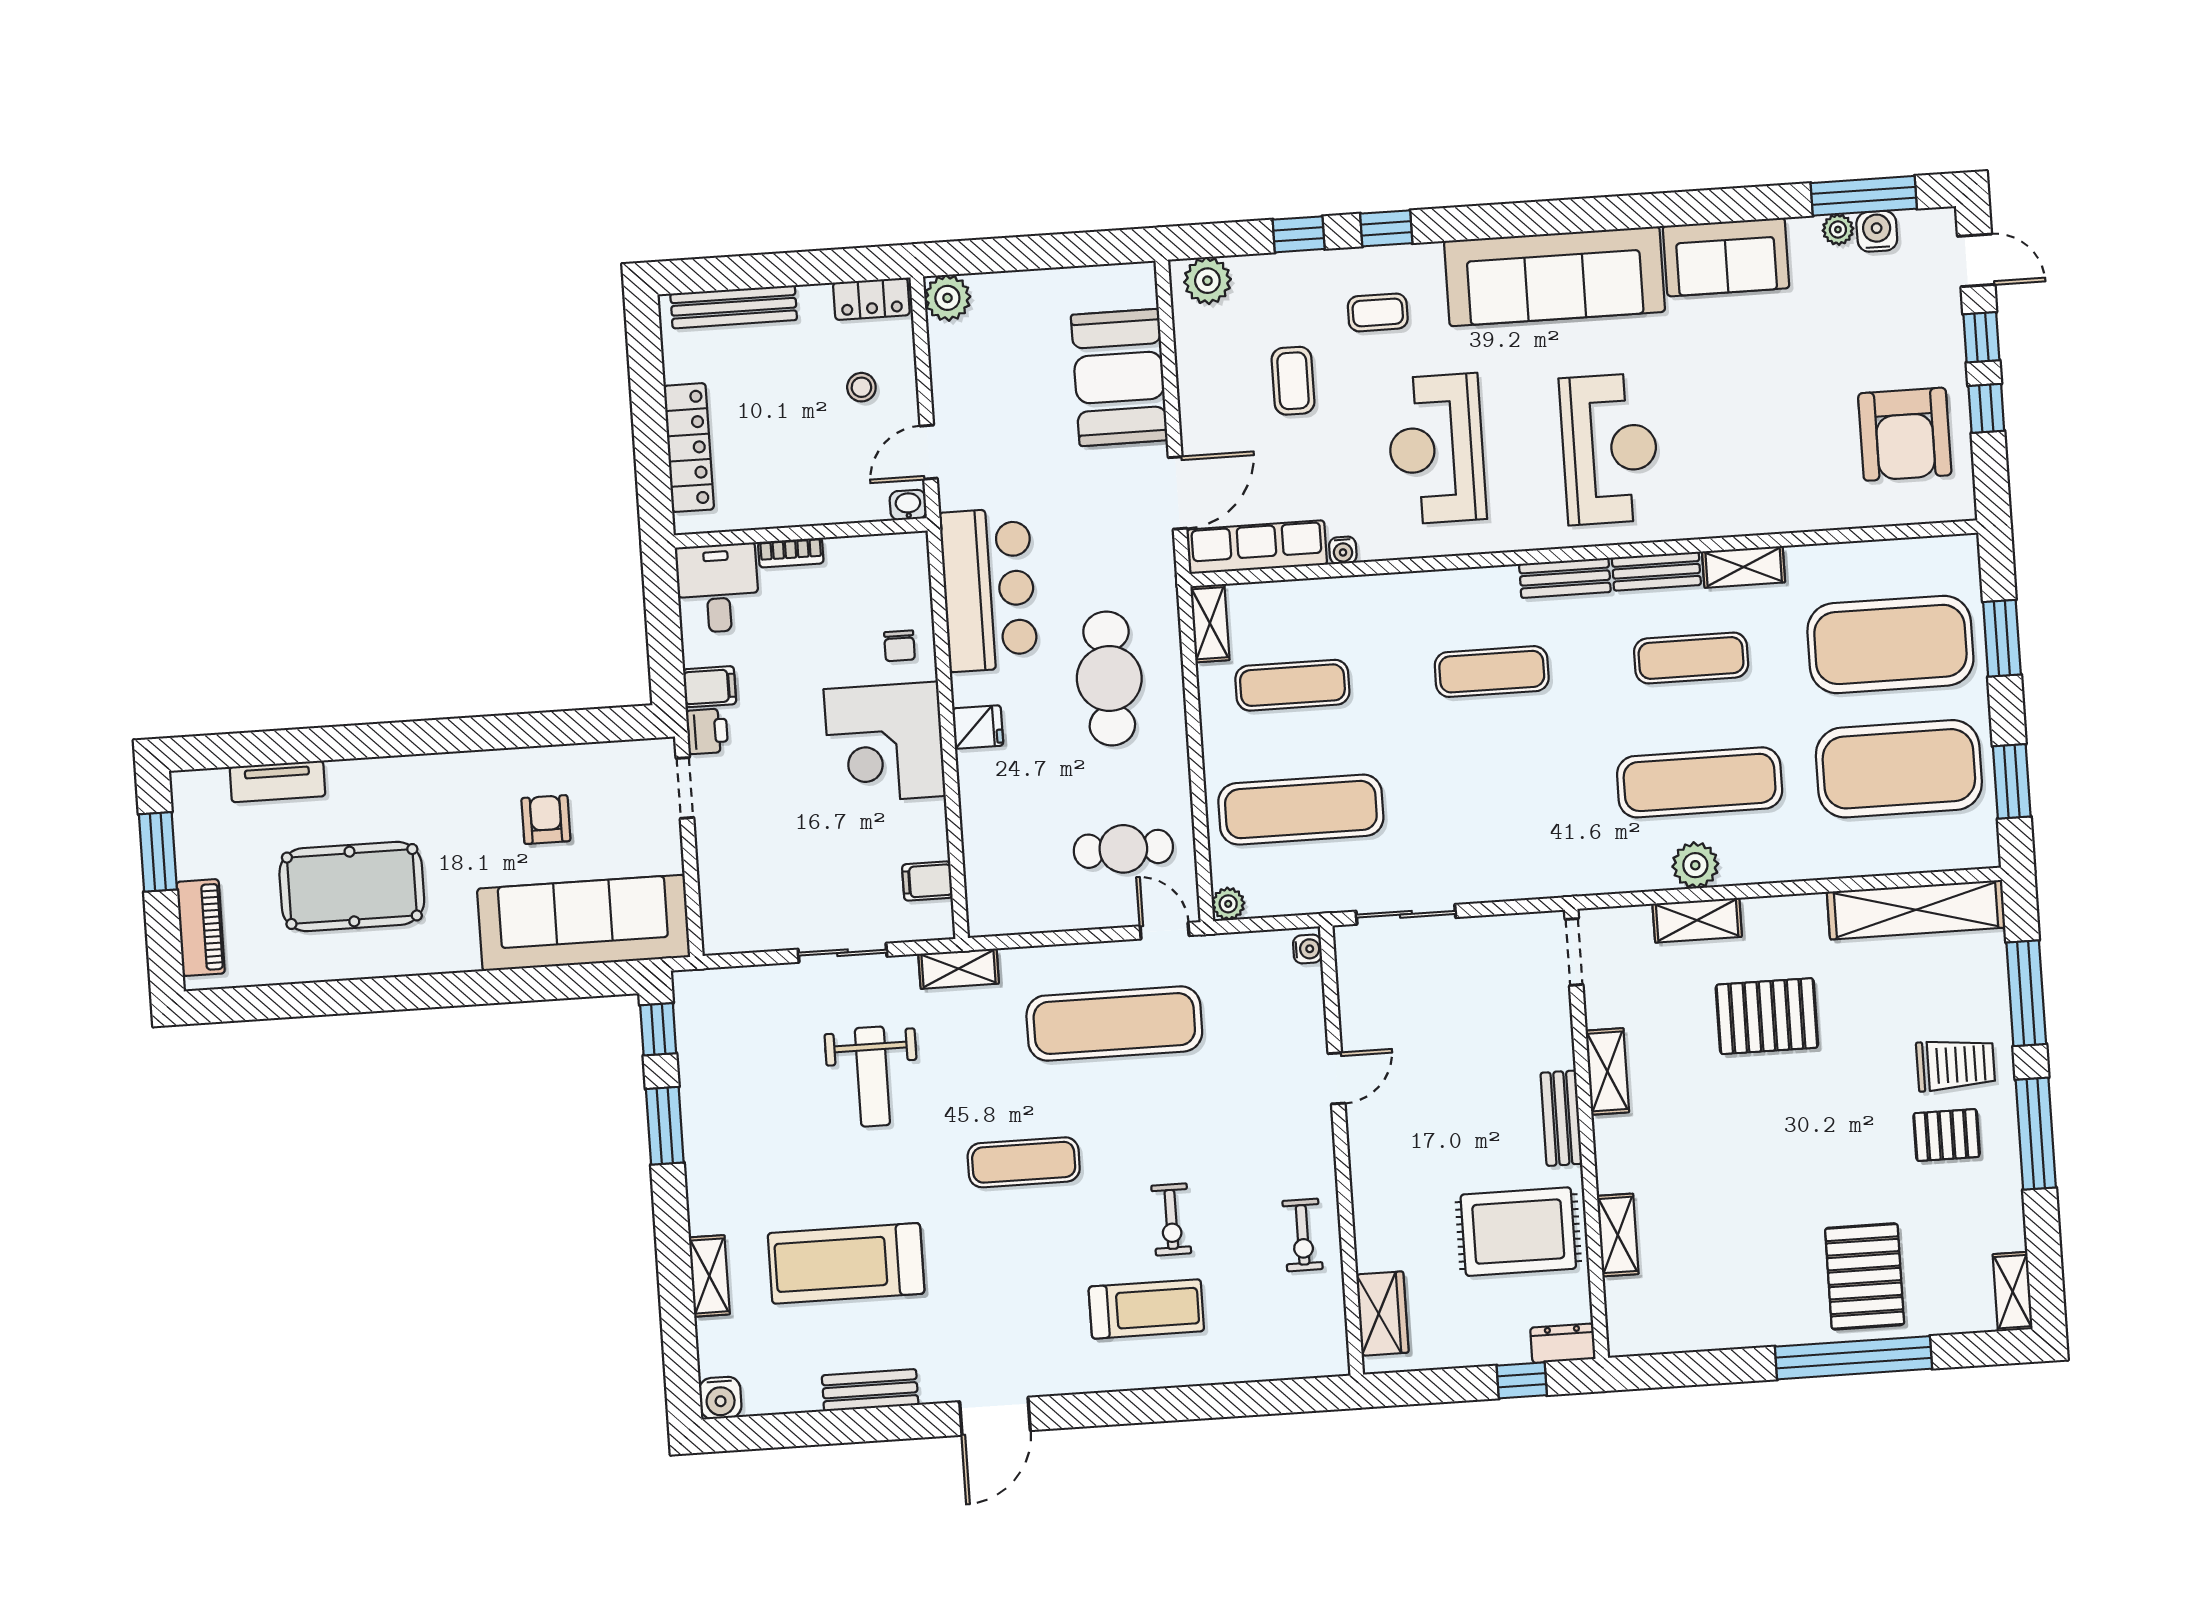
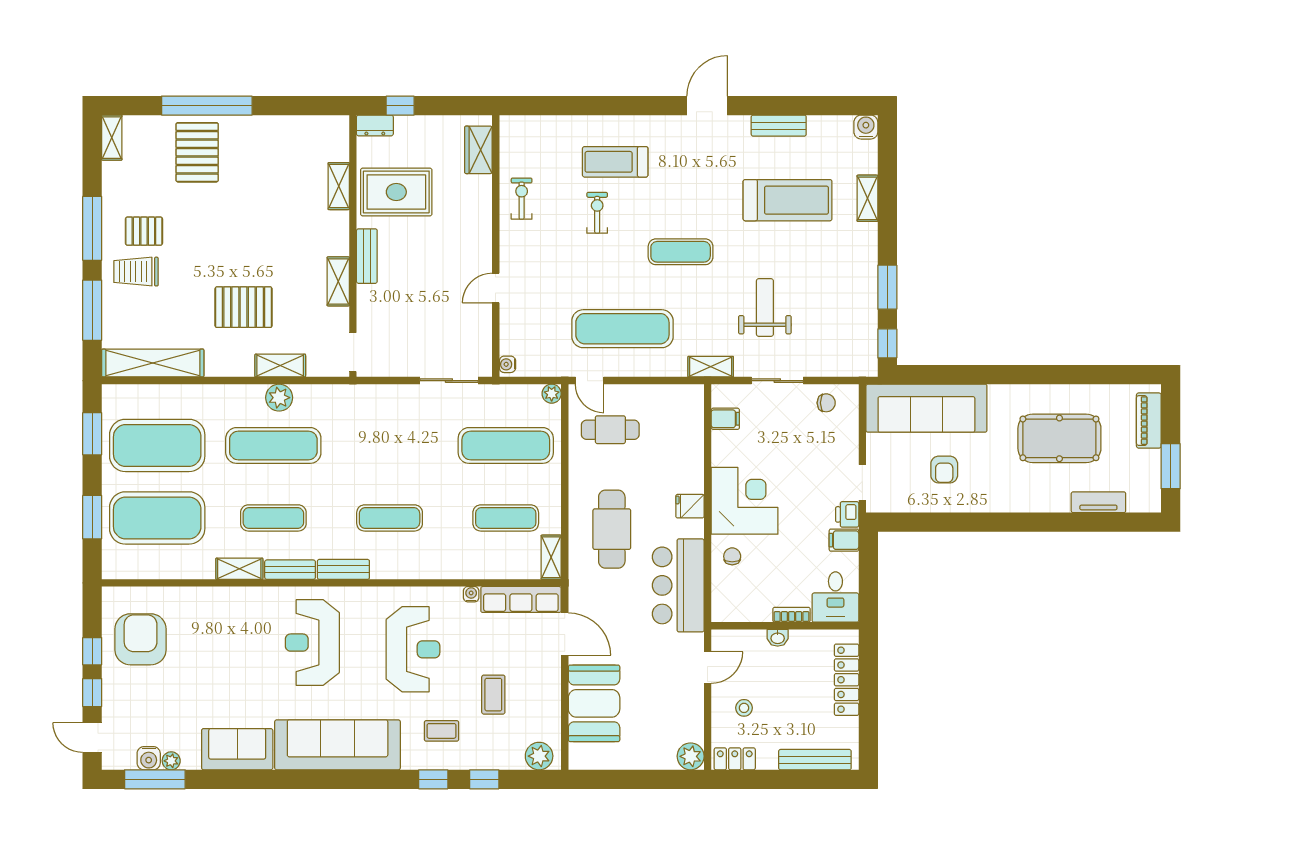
door: (1178, 493) -> (565, 634), swing flipped
washbasin: (908, 505) -> (778, 638), moved
chair: (756, 920) -> (826, 403), added

